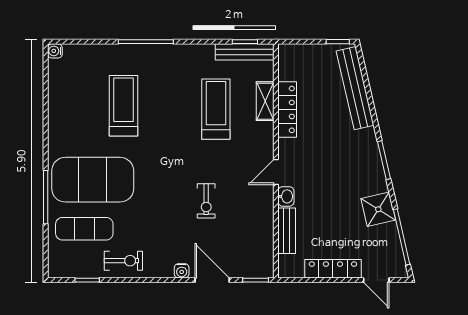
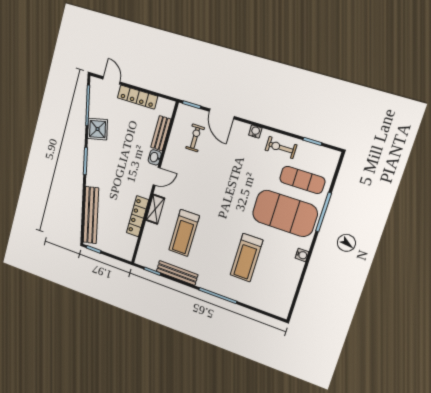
water cooler: (55, 51) -> (302, 255), moved
bench: (245, 52) -> (177, 273), moved
shelving: (265, 101) -> (155, 209), moved
exercise bike: (206, 201) -> (195, 138), moved
water cooler: (182, 271) -> (255, 132), moved

